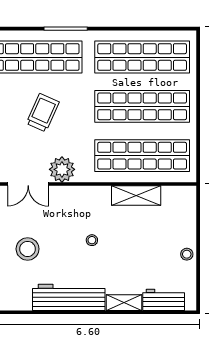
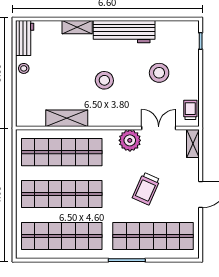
stool: (92, 240) -> (104, 80), width x1.89, depth x1.89
workbench: (164, 300) -> (25, 38), moved, turned -90

